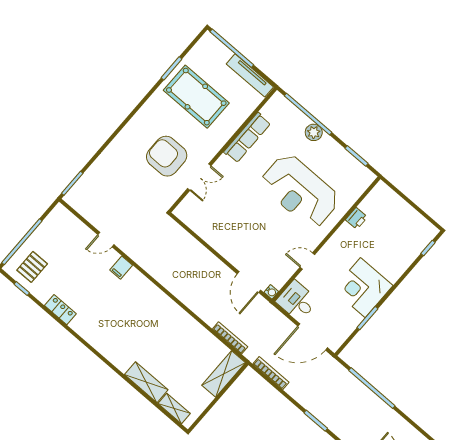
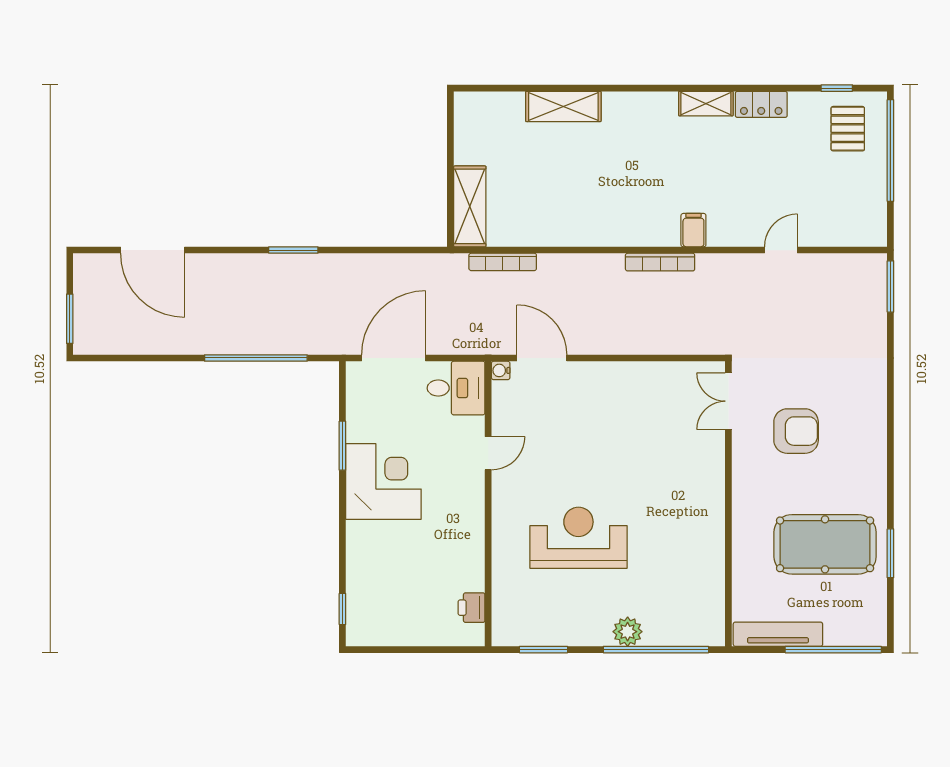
row of seats: (247, 138) -> (710, 548), removed
armchair: (167, 156) -> (796, 431), width x0.73, depth x0.73
double door: (199, 177) -> (728, 401), moved
reception desk: (300, 191) -> (578, 538), width x0.74, depth x0.77
printer: (357, 218) -> (472, 608), moved
filing cabinet: (121, 268) -> (693, 230), moved
bookcase: (271, 373) -> (660, 262), moved
shelving: (174, 408) -> (706, 104), moved

